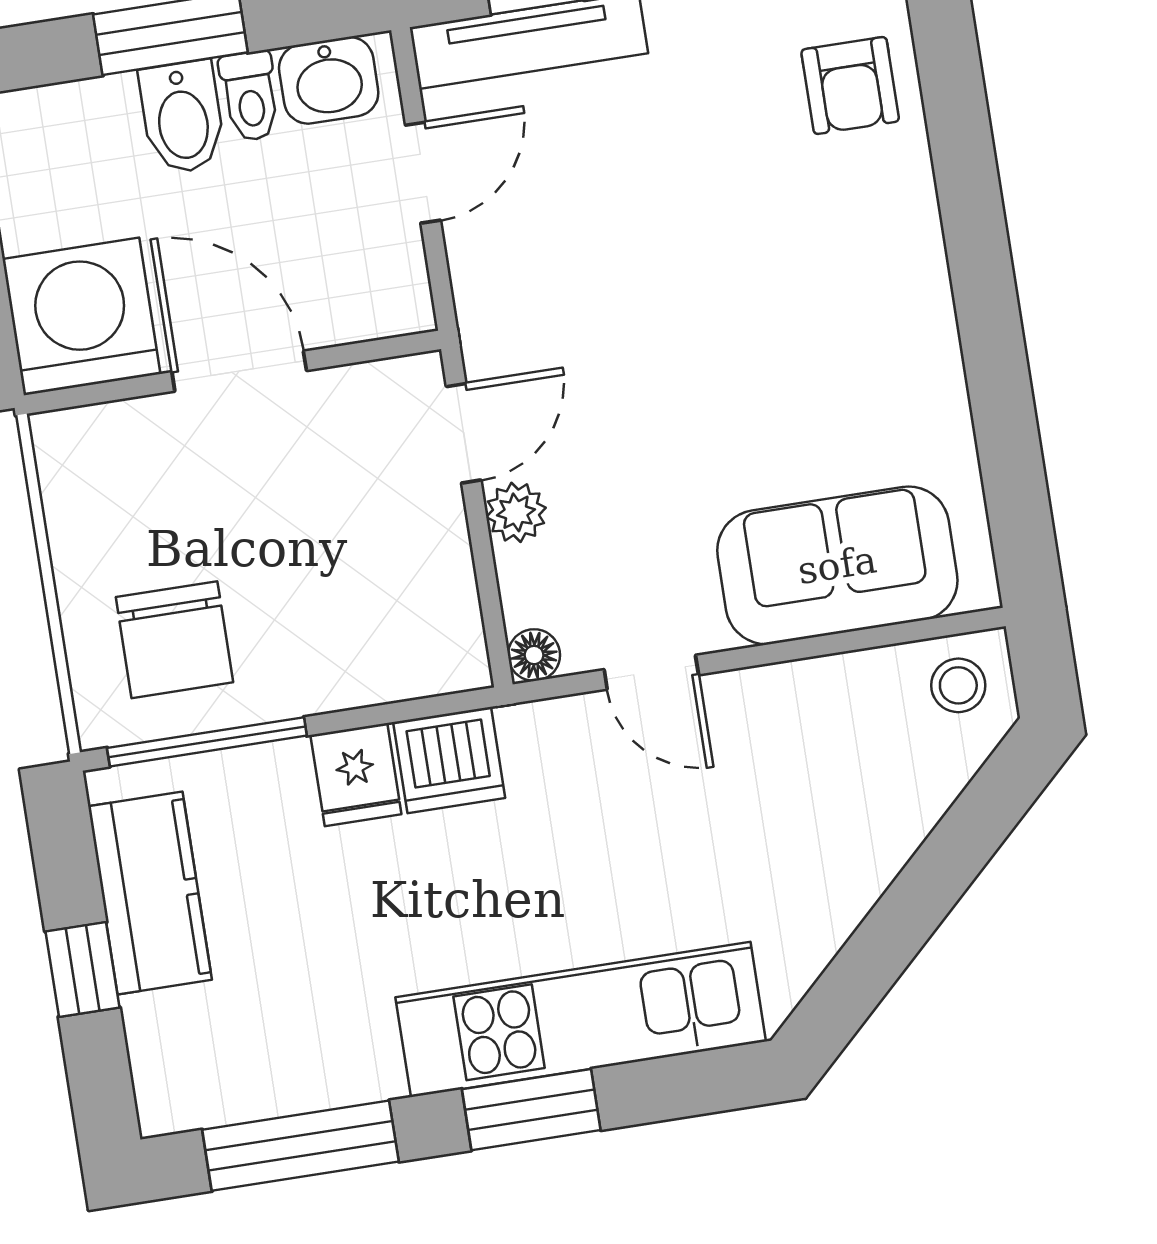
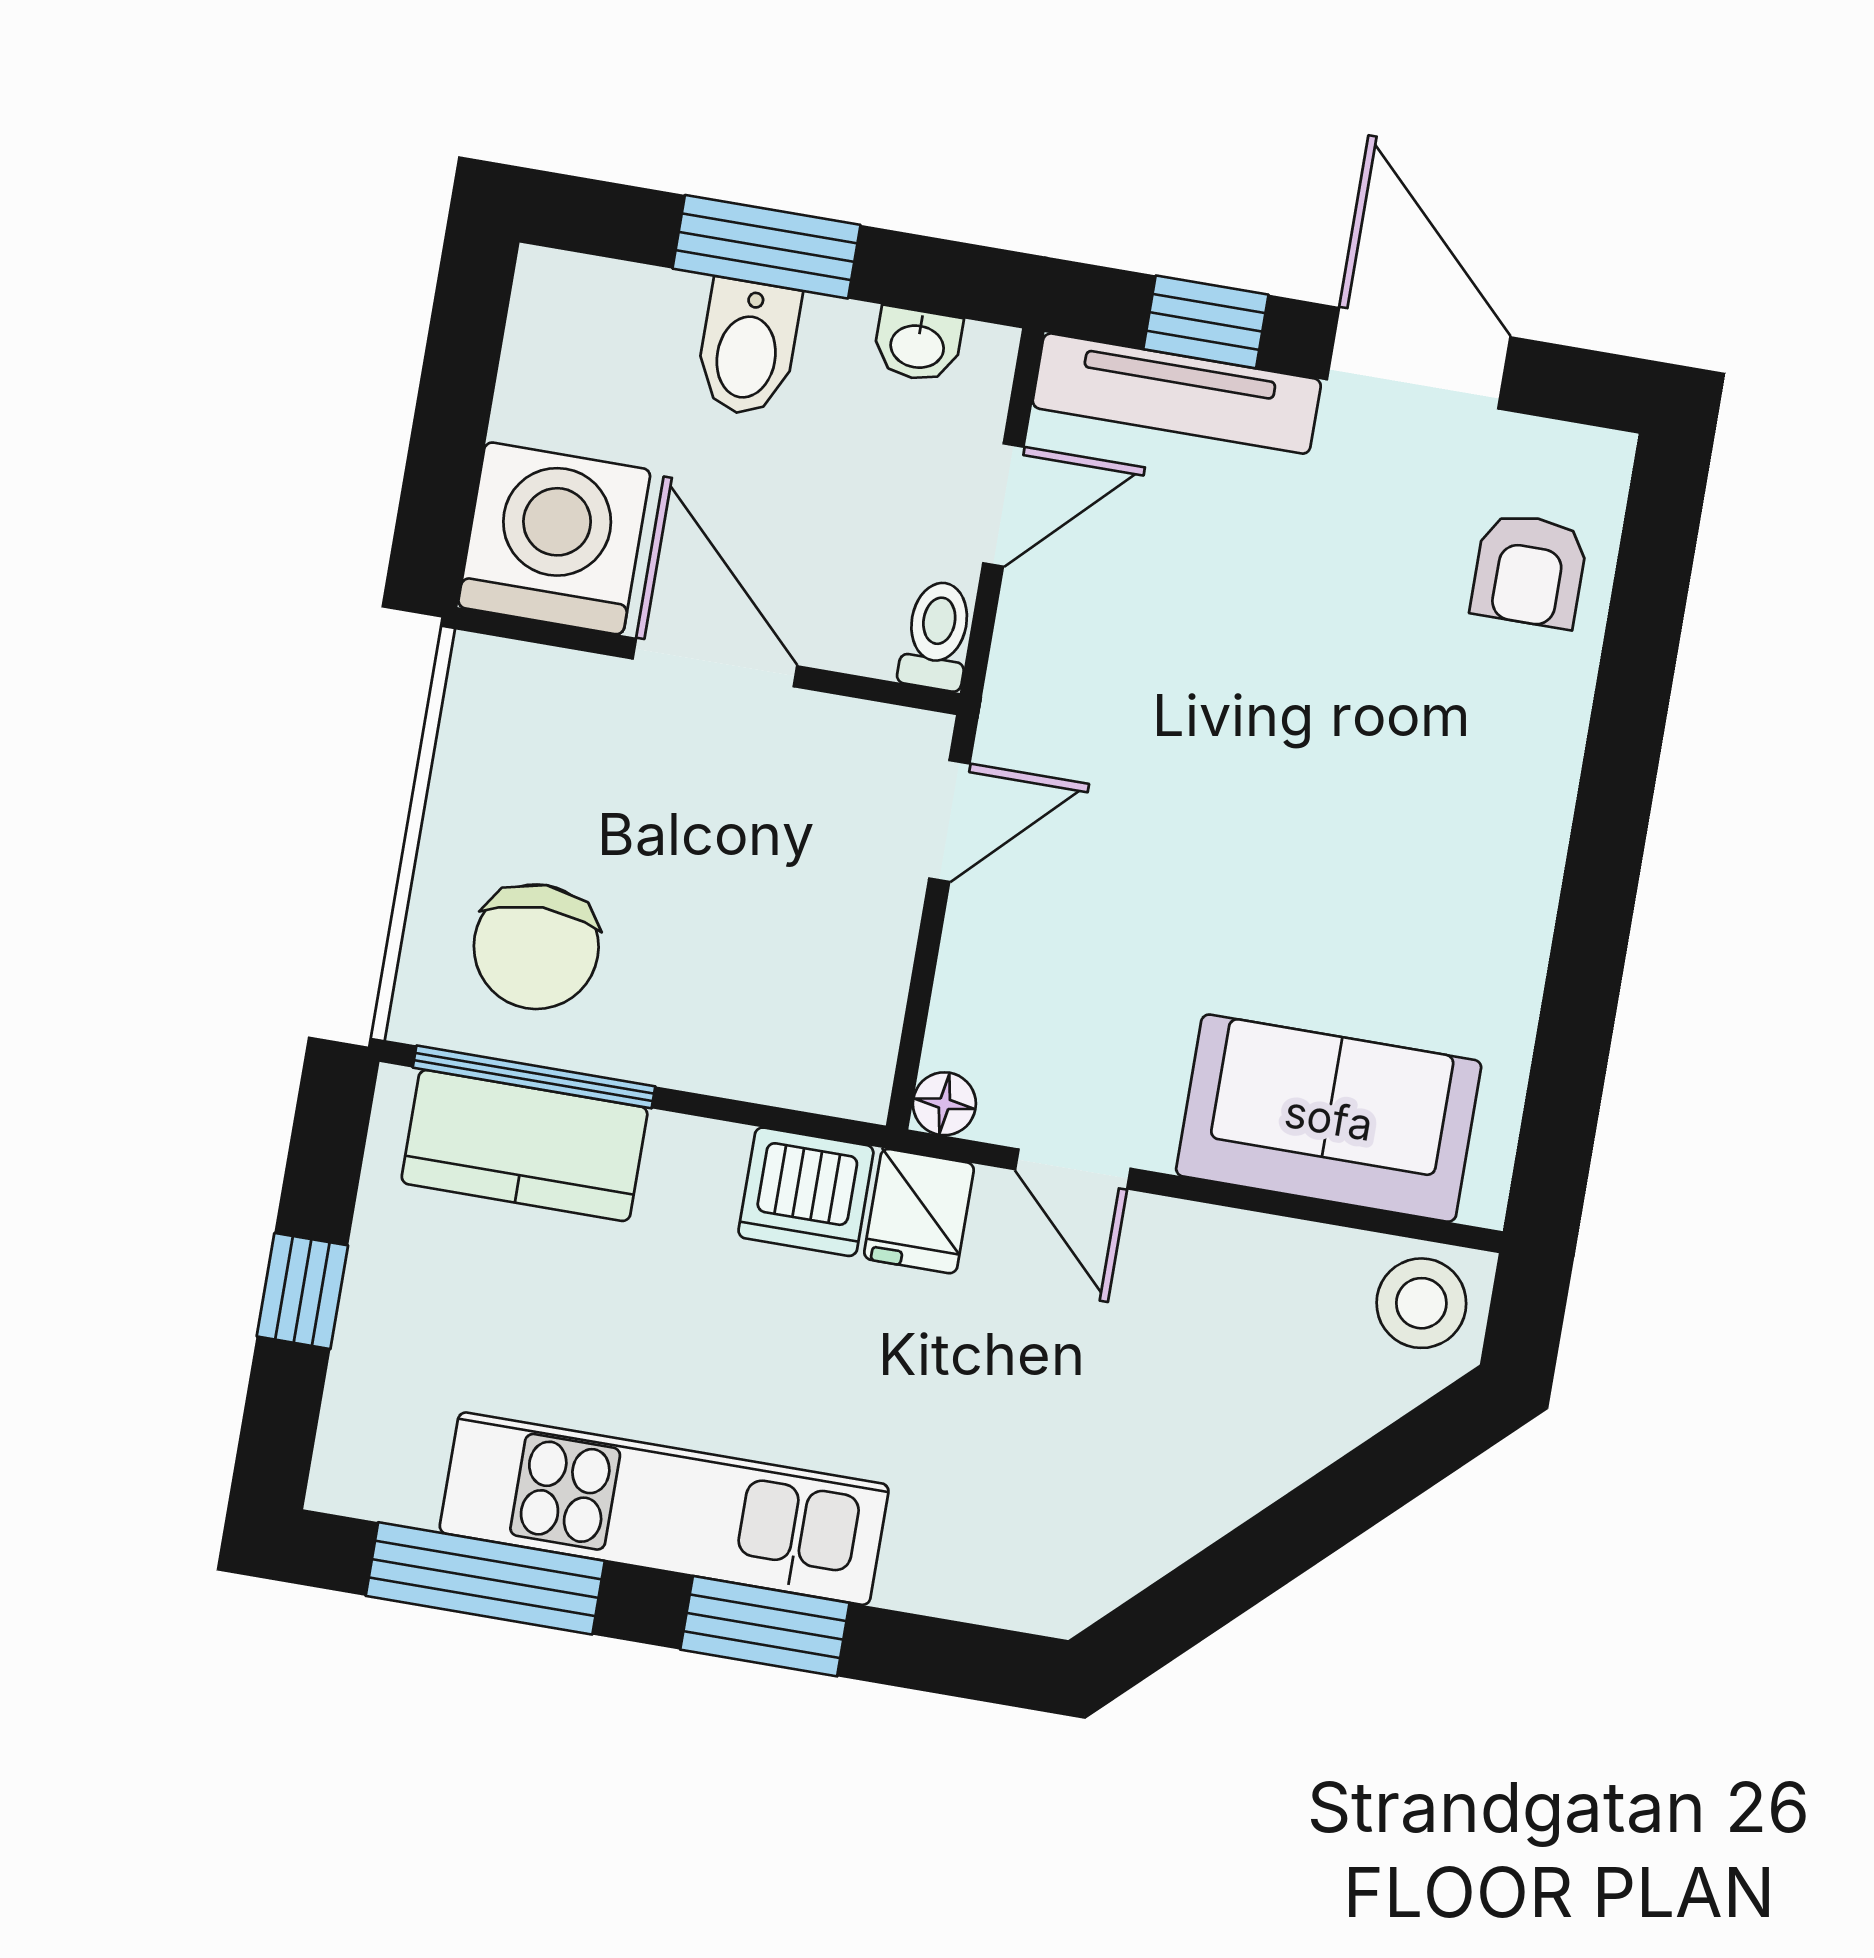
washbasin: (329, 80) -> (918, 345), width x0.72, depth x0.69
toilet: (250, 96) -> (937, 635), moved, turned 180
plant: (516, 512) -> (979, 932), removed
stool: (958, 685) -> (1421, 1303), width x1.37, depth x1.37
fridge: (356, 775) -> (919, 1211), moved
kitchen counter: (150, 893) -> (525, 1145), moved, turned 90
kitchen unit: (581, 1019) -> (664, 1509), moved

